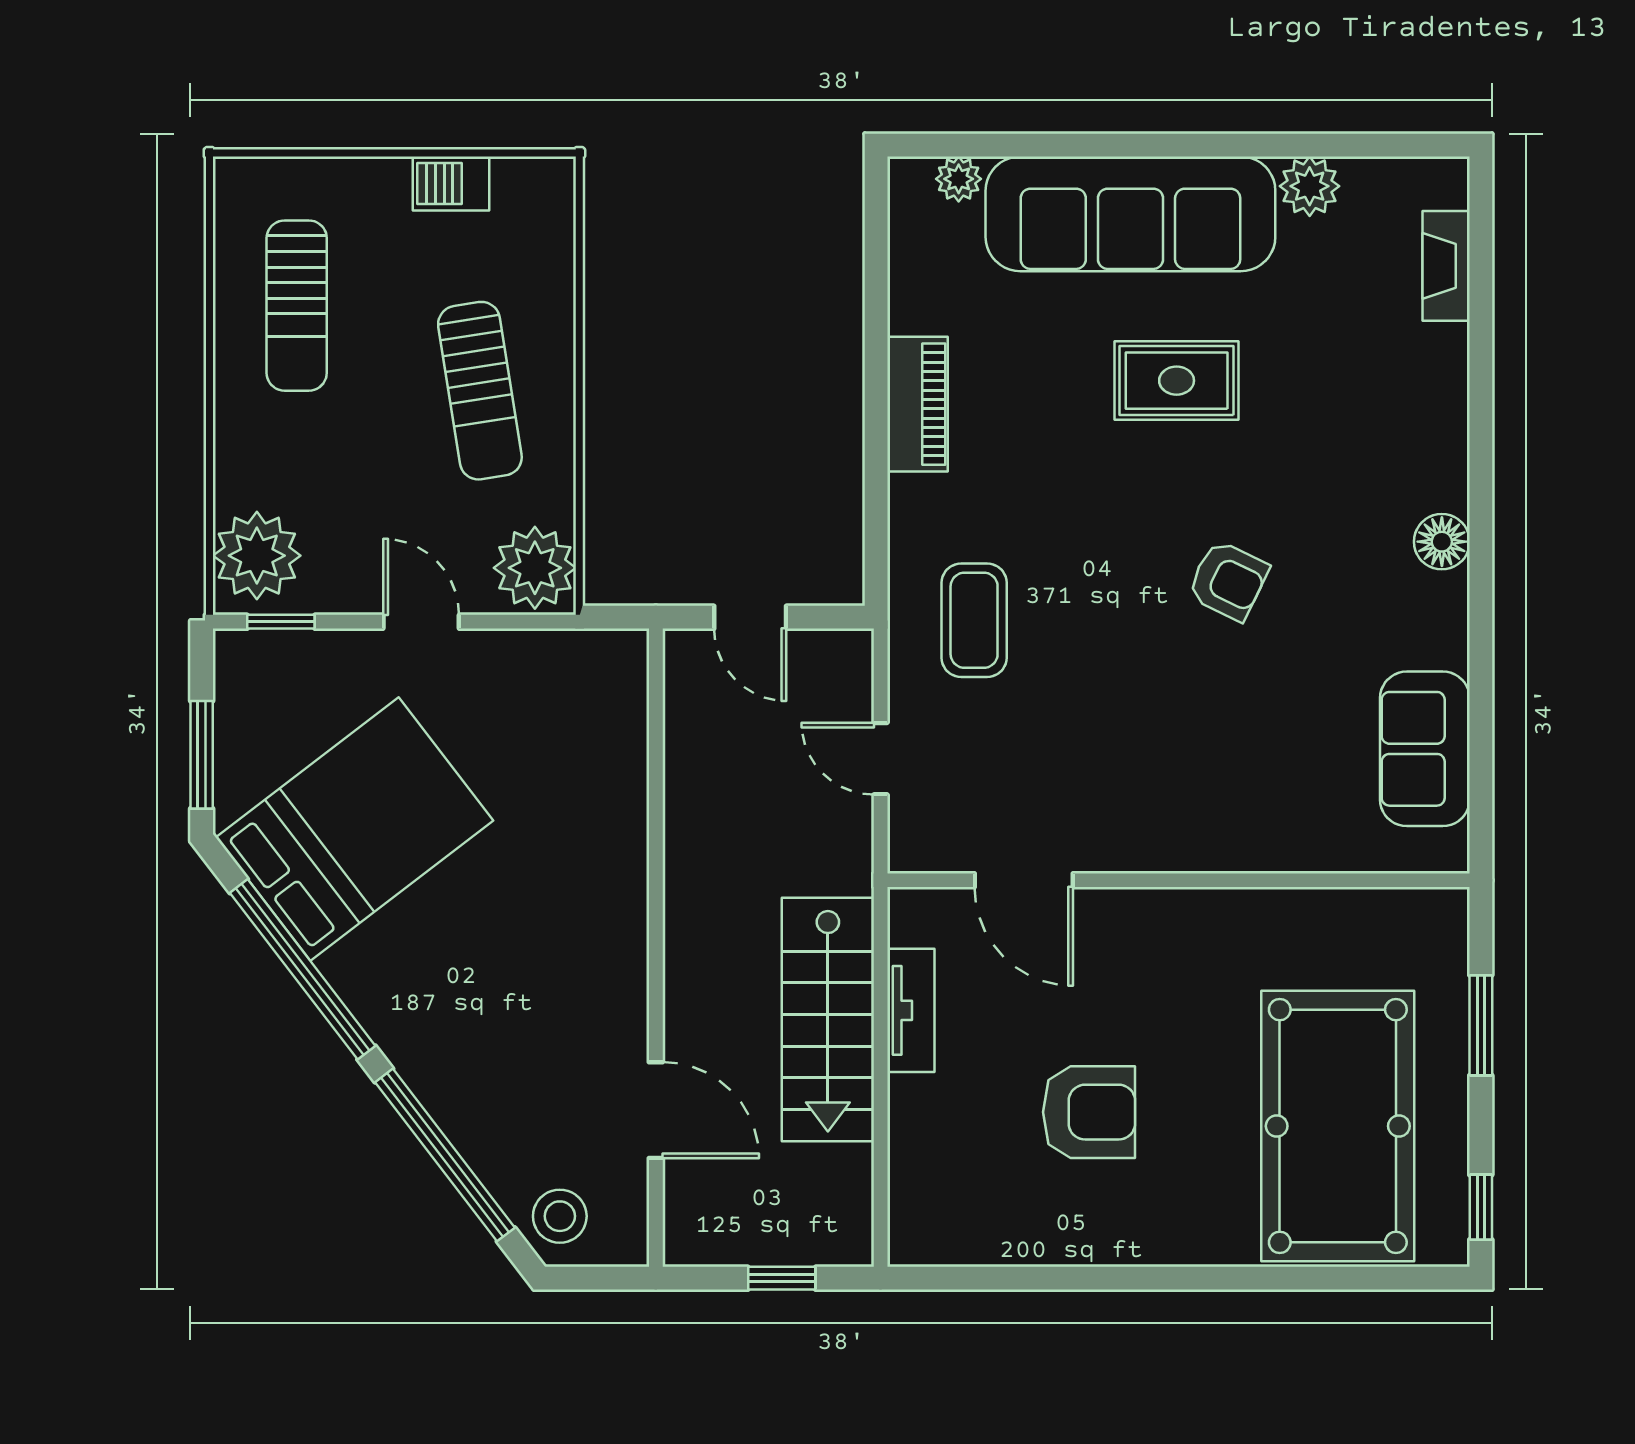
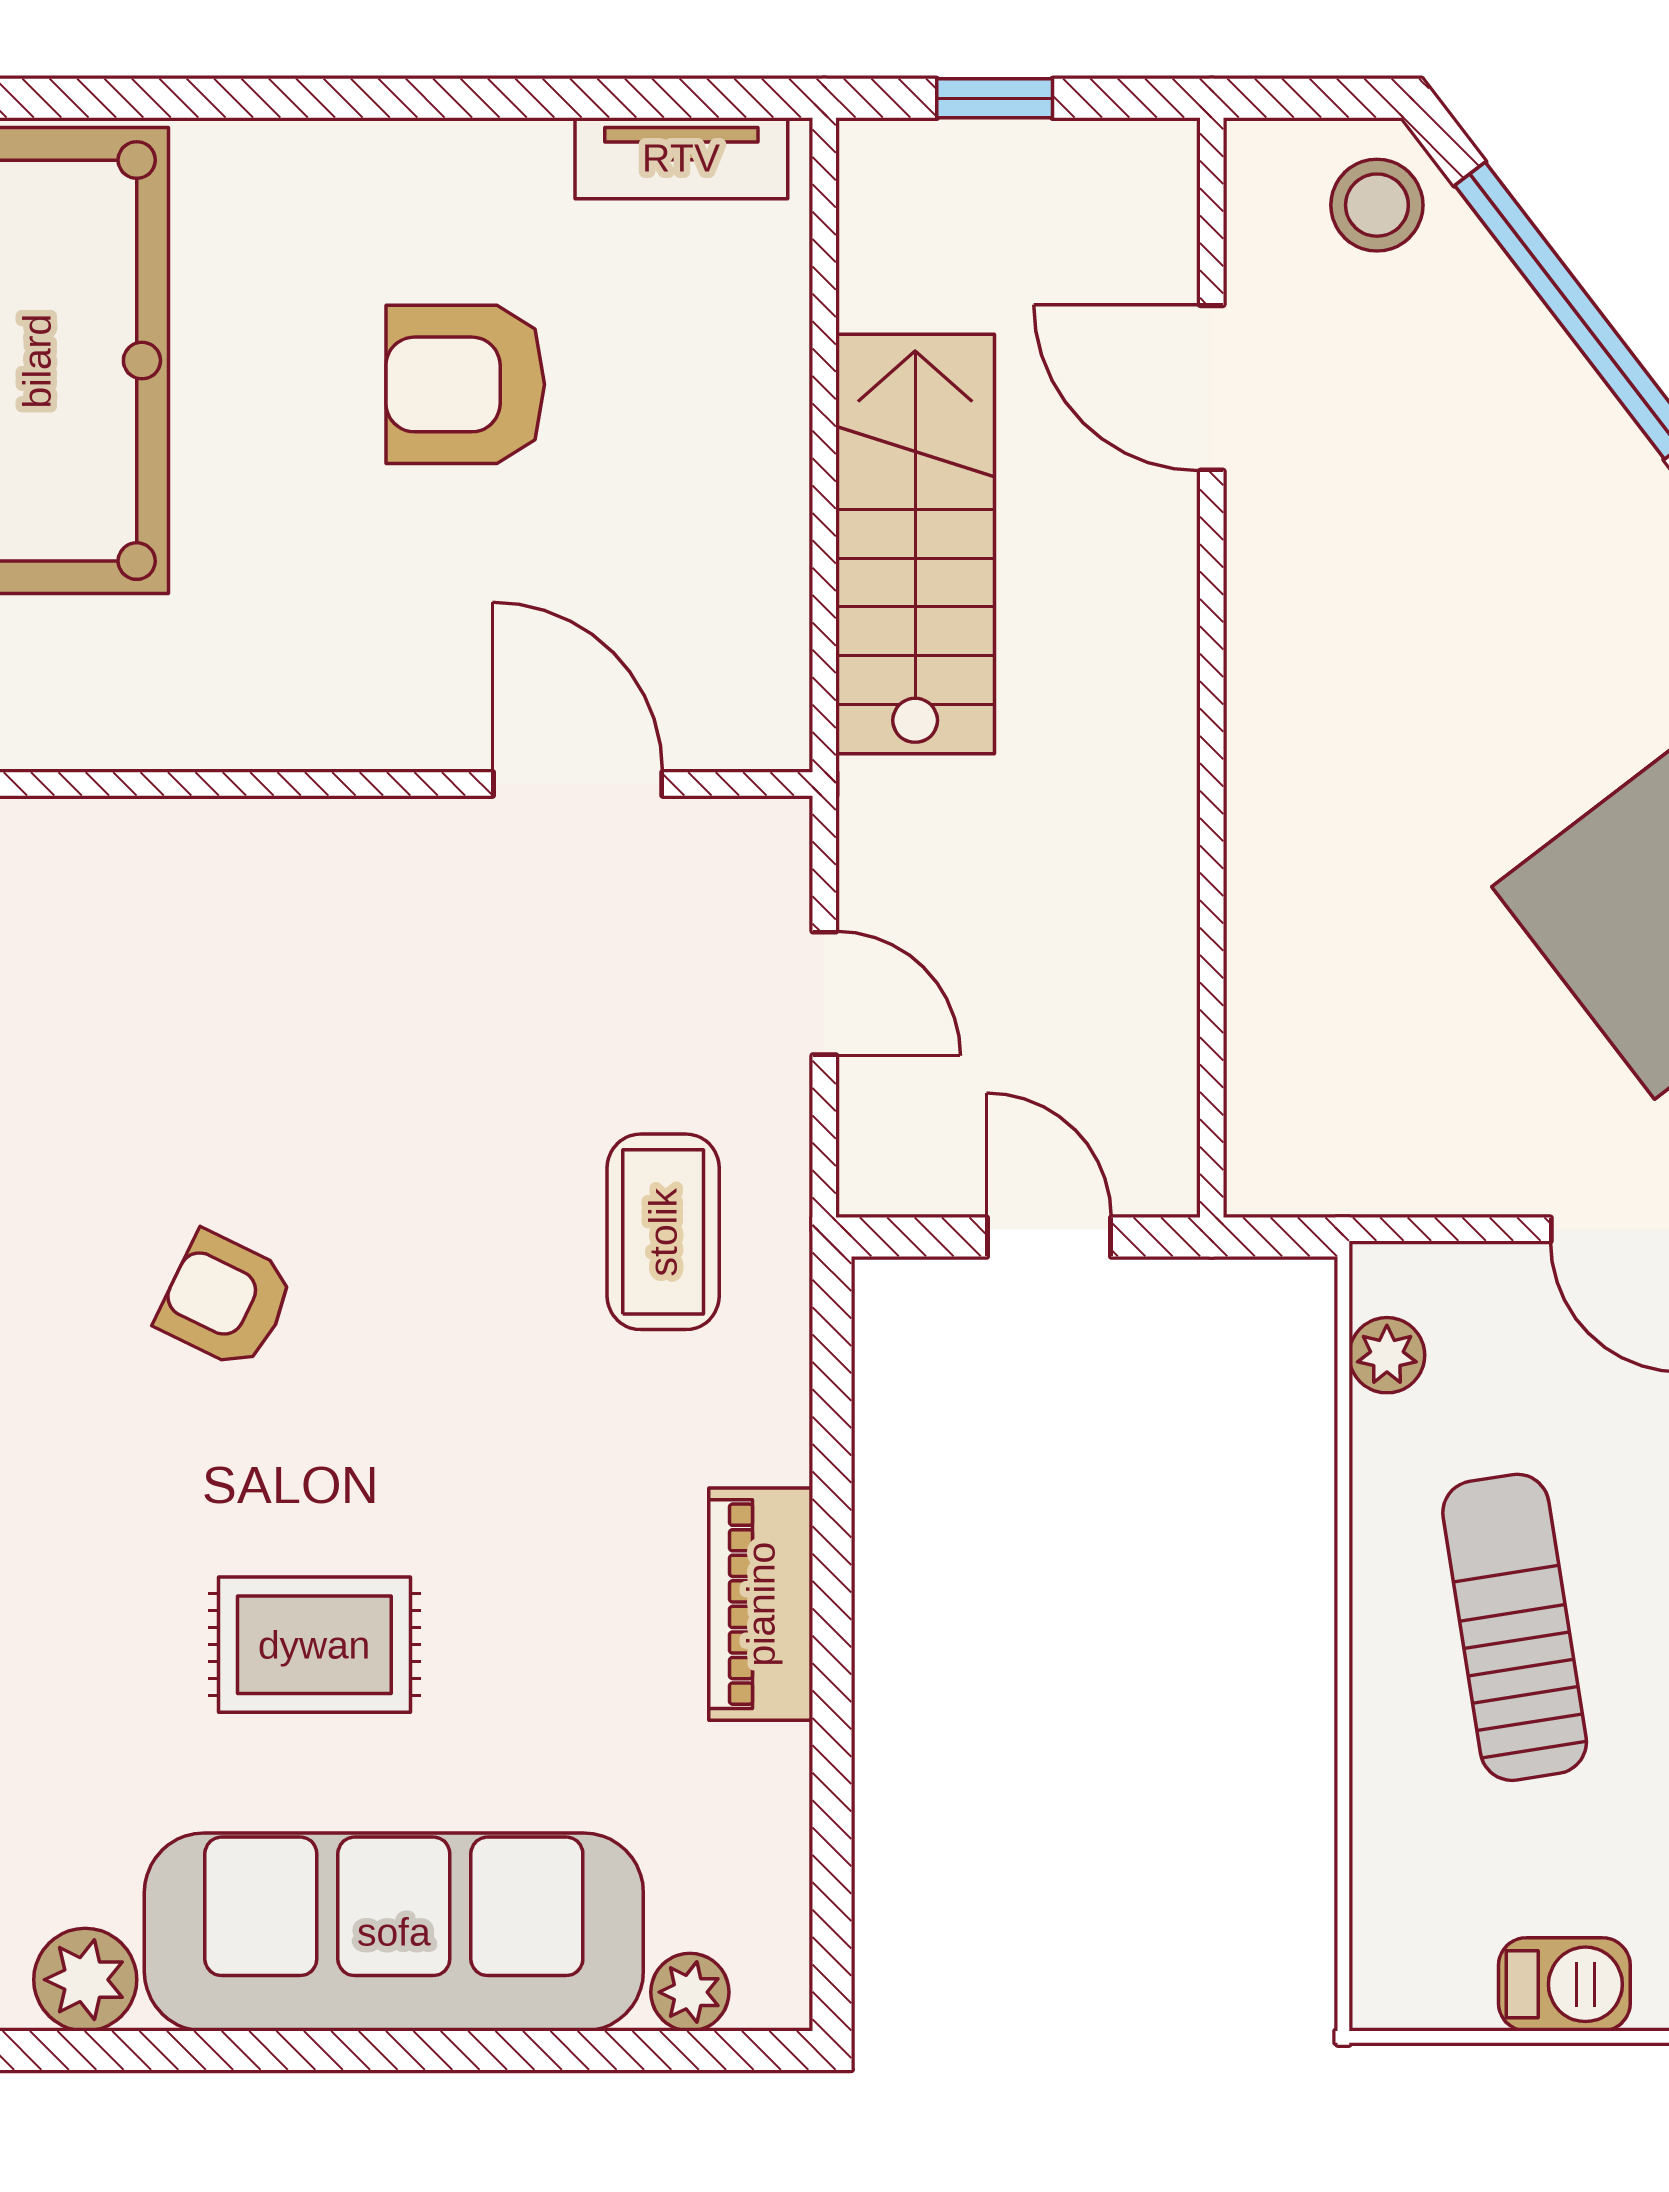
plant: (535, 568) -> (1387, 1355), width x0.53, depth x0.53
tv unit: (911, 1010) -> (681, 158), moved, turned -90

